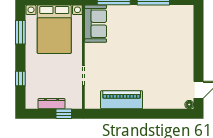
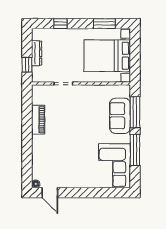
corner sofa: (170, 22) -> (114, 166), added
sofa: (96, 24) -> (120, 116), moved, turned 90
piano: (122, 100) -> (38, 120), width x0.73, depth x0.75

